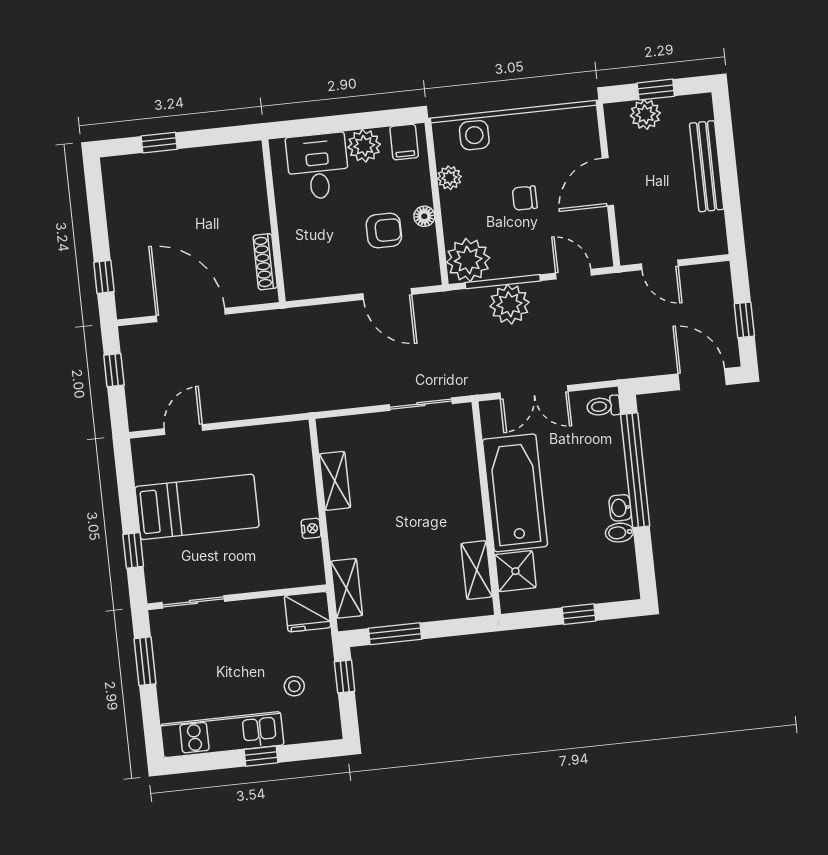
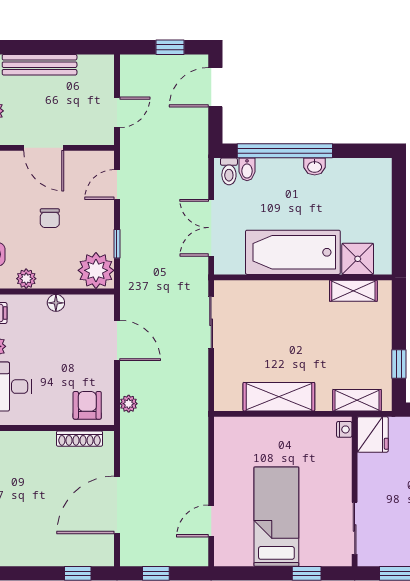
armchair: (384, 230) -> (87, 405), moved
window: (503, 282) -> (117, 244), width x0.46
door: (387, 294) -> (117, 340), hinge flipped
plant: (510, 304) -> (129, 404), moved, width x0.53, depth x0.53
double door: (534, 392) -> (211, 228), swing flipped
door: (184, 429) -> (211, 521), hinge flipped
shelving: (335, 481) -> (279, 397), width x1.50, depth x1.33
nightstand: (311, 528) -> (344, 429), moved, turned 90
bidet: (619, 533) -> (247, 169), moved
window: (579, 614) -> (399, 210), removed
window: (395, 634) -> (399, 364), width x0.67

